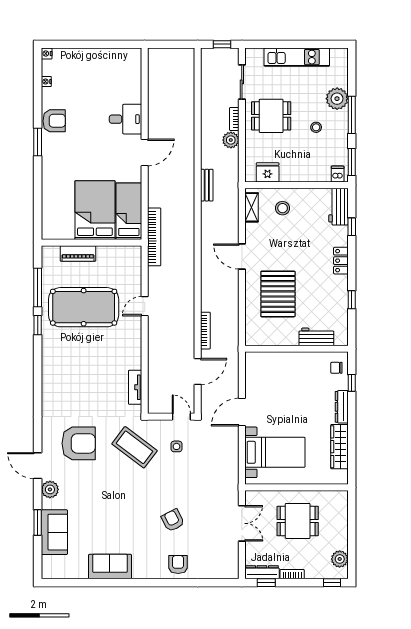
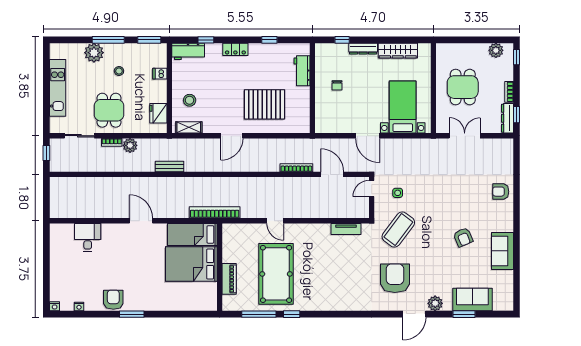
desk: (126, 119) -> (88, 237), moved
dishwasher: (338, 174) -> (160, 74), moved
chair: (336, 368) -> (337, 85), moved
armchair: (173, 520) -> (463, 237), moved, turned -86

